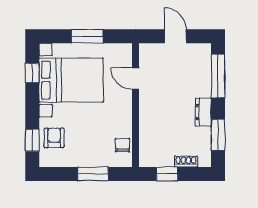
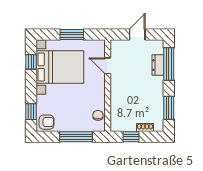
door: (175, 36) -> (137, 35), hinge flipped
dresser: (203, 112) -> (158, 65), moved
armchair: (54, 138) -> (46, 122), moved, turned 90
window: (93, 174) -> (76, 137), width x1.44

